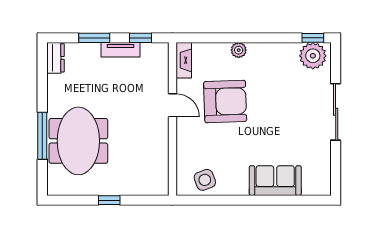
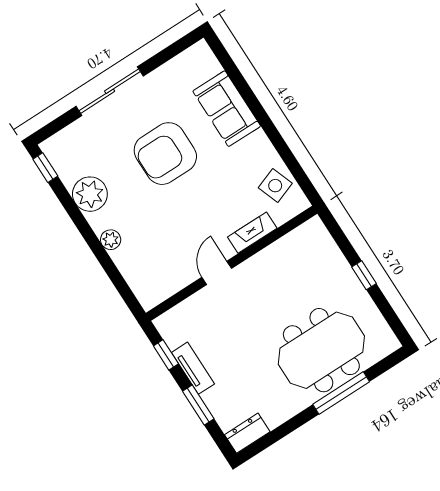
plant: (313, 56) -> (90, 194), moved
fireplace: (184, 60) -> (252, 233), moved
armchair: (225, 102) -> (165, 154), moved, turned -88

